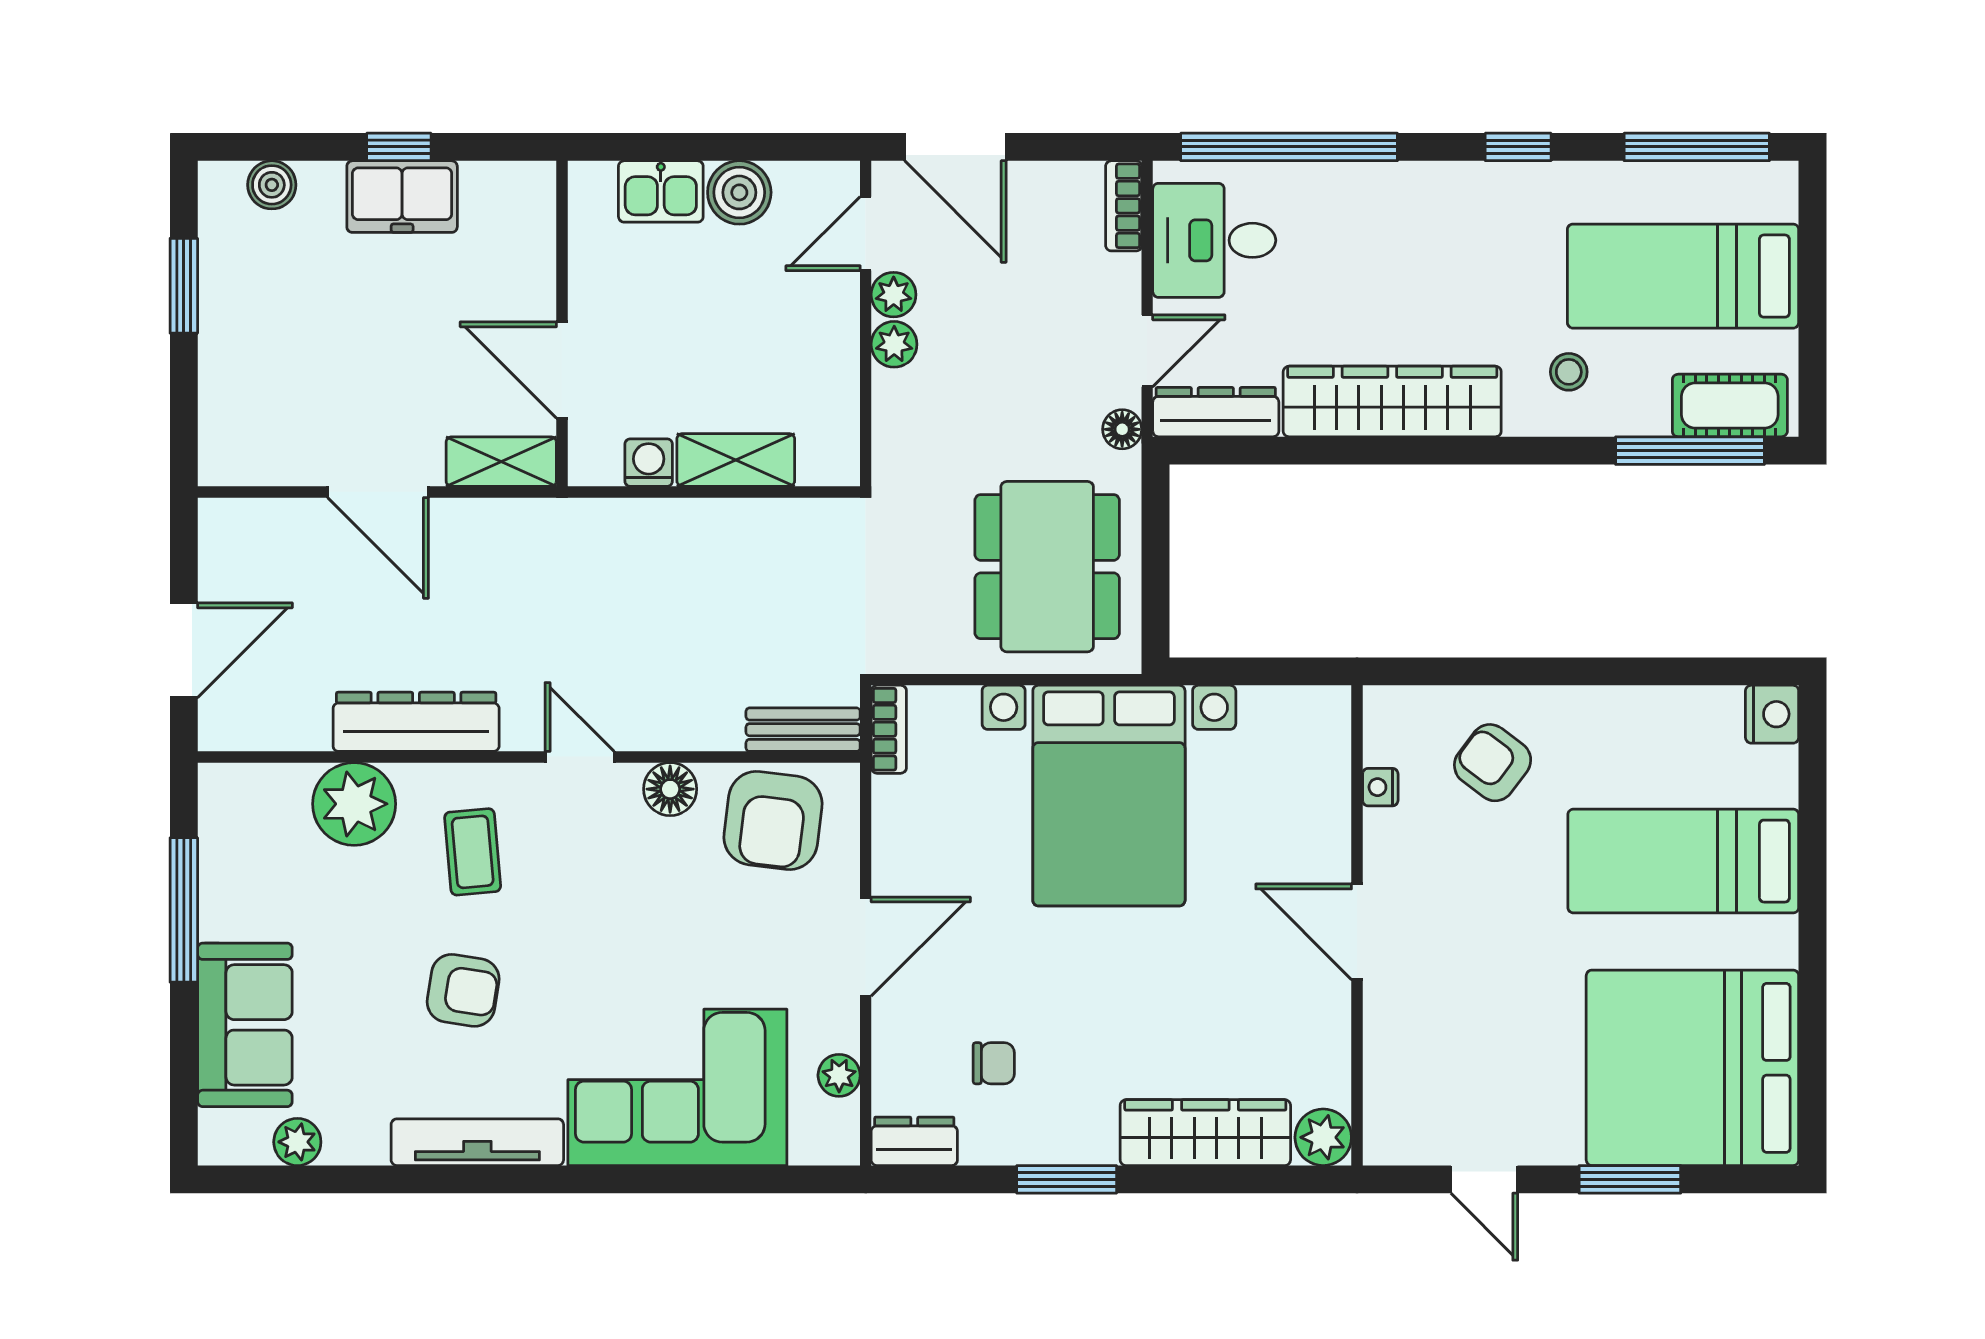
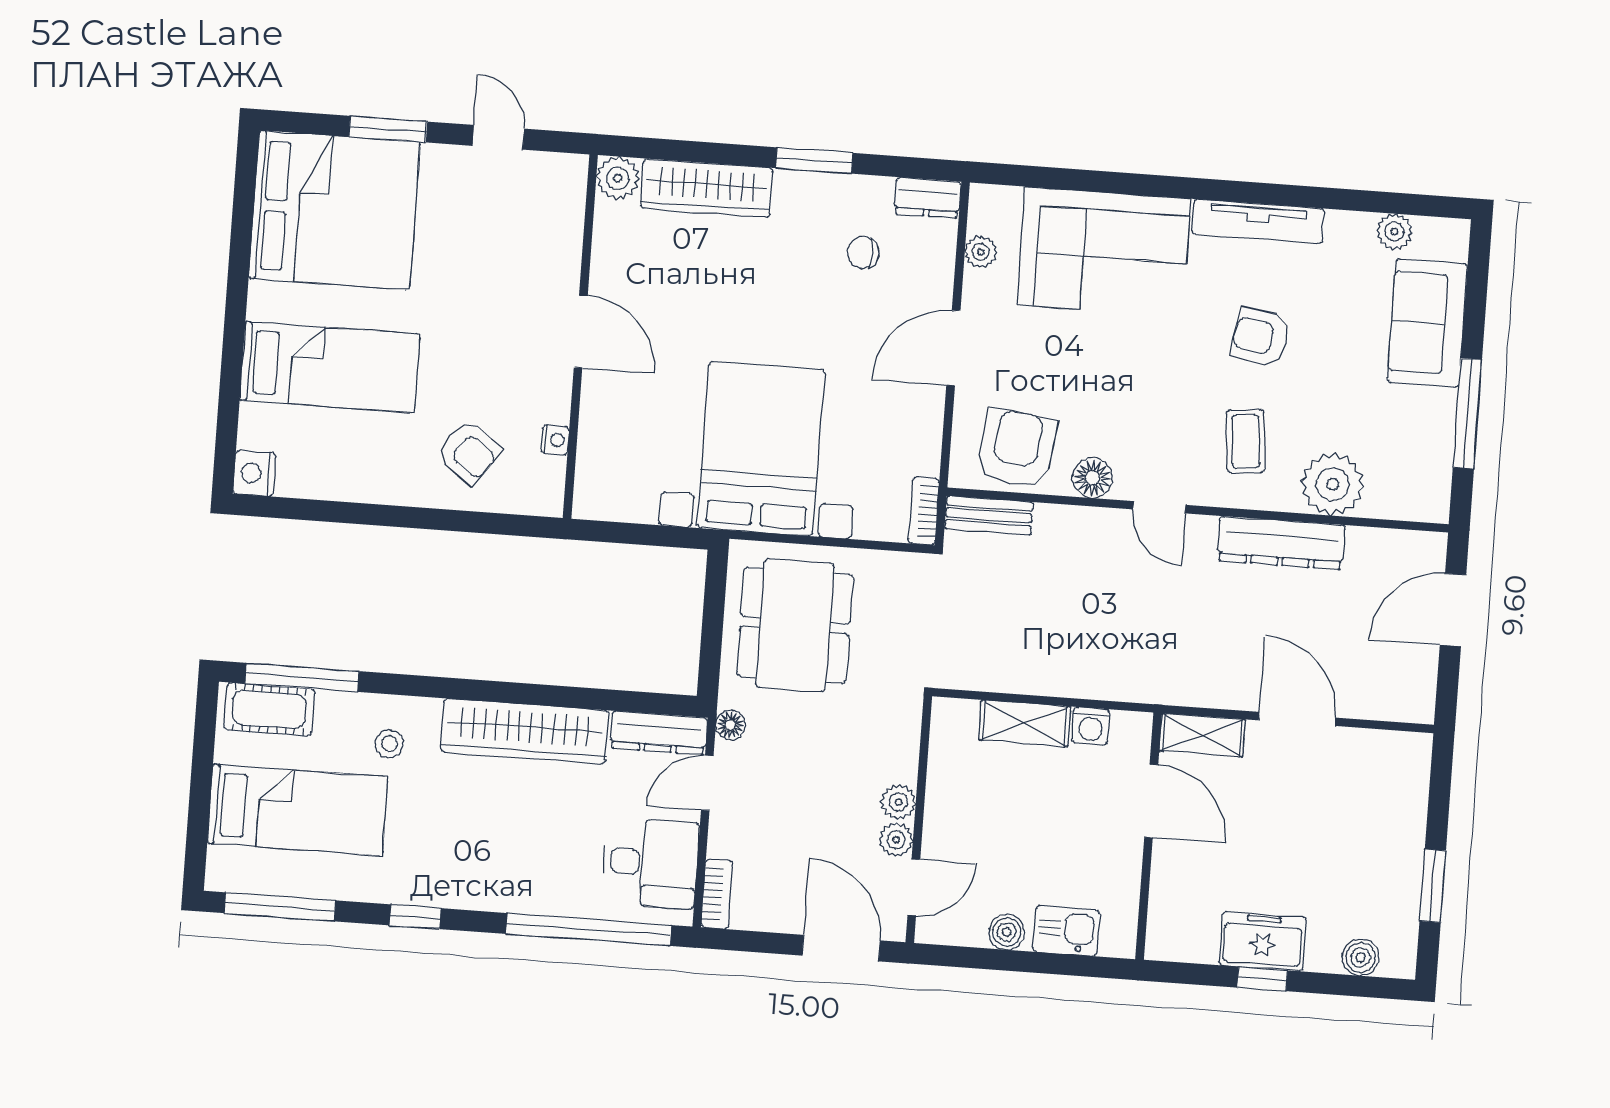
boiler: (739, 192) -> (1007, 932), width x0.73, depth x0.73

